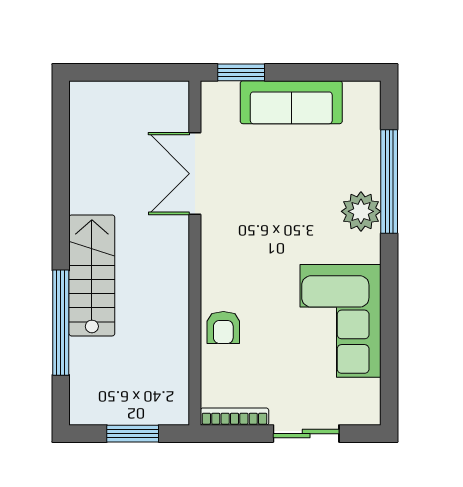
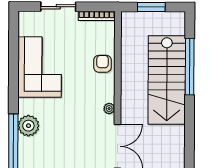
plant: (211, 244) -> (109, 109), added
stairs: (92, 275) -> (167, 80), width x1.36, depth x1.51

